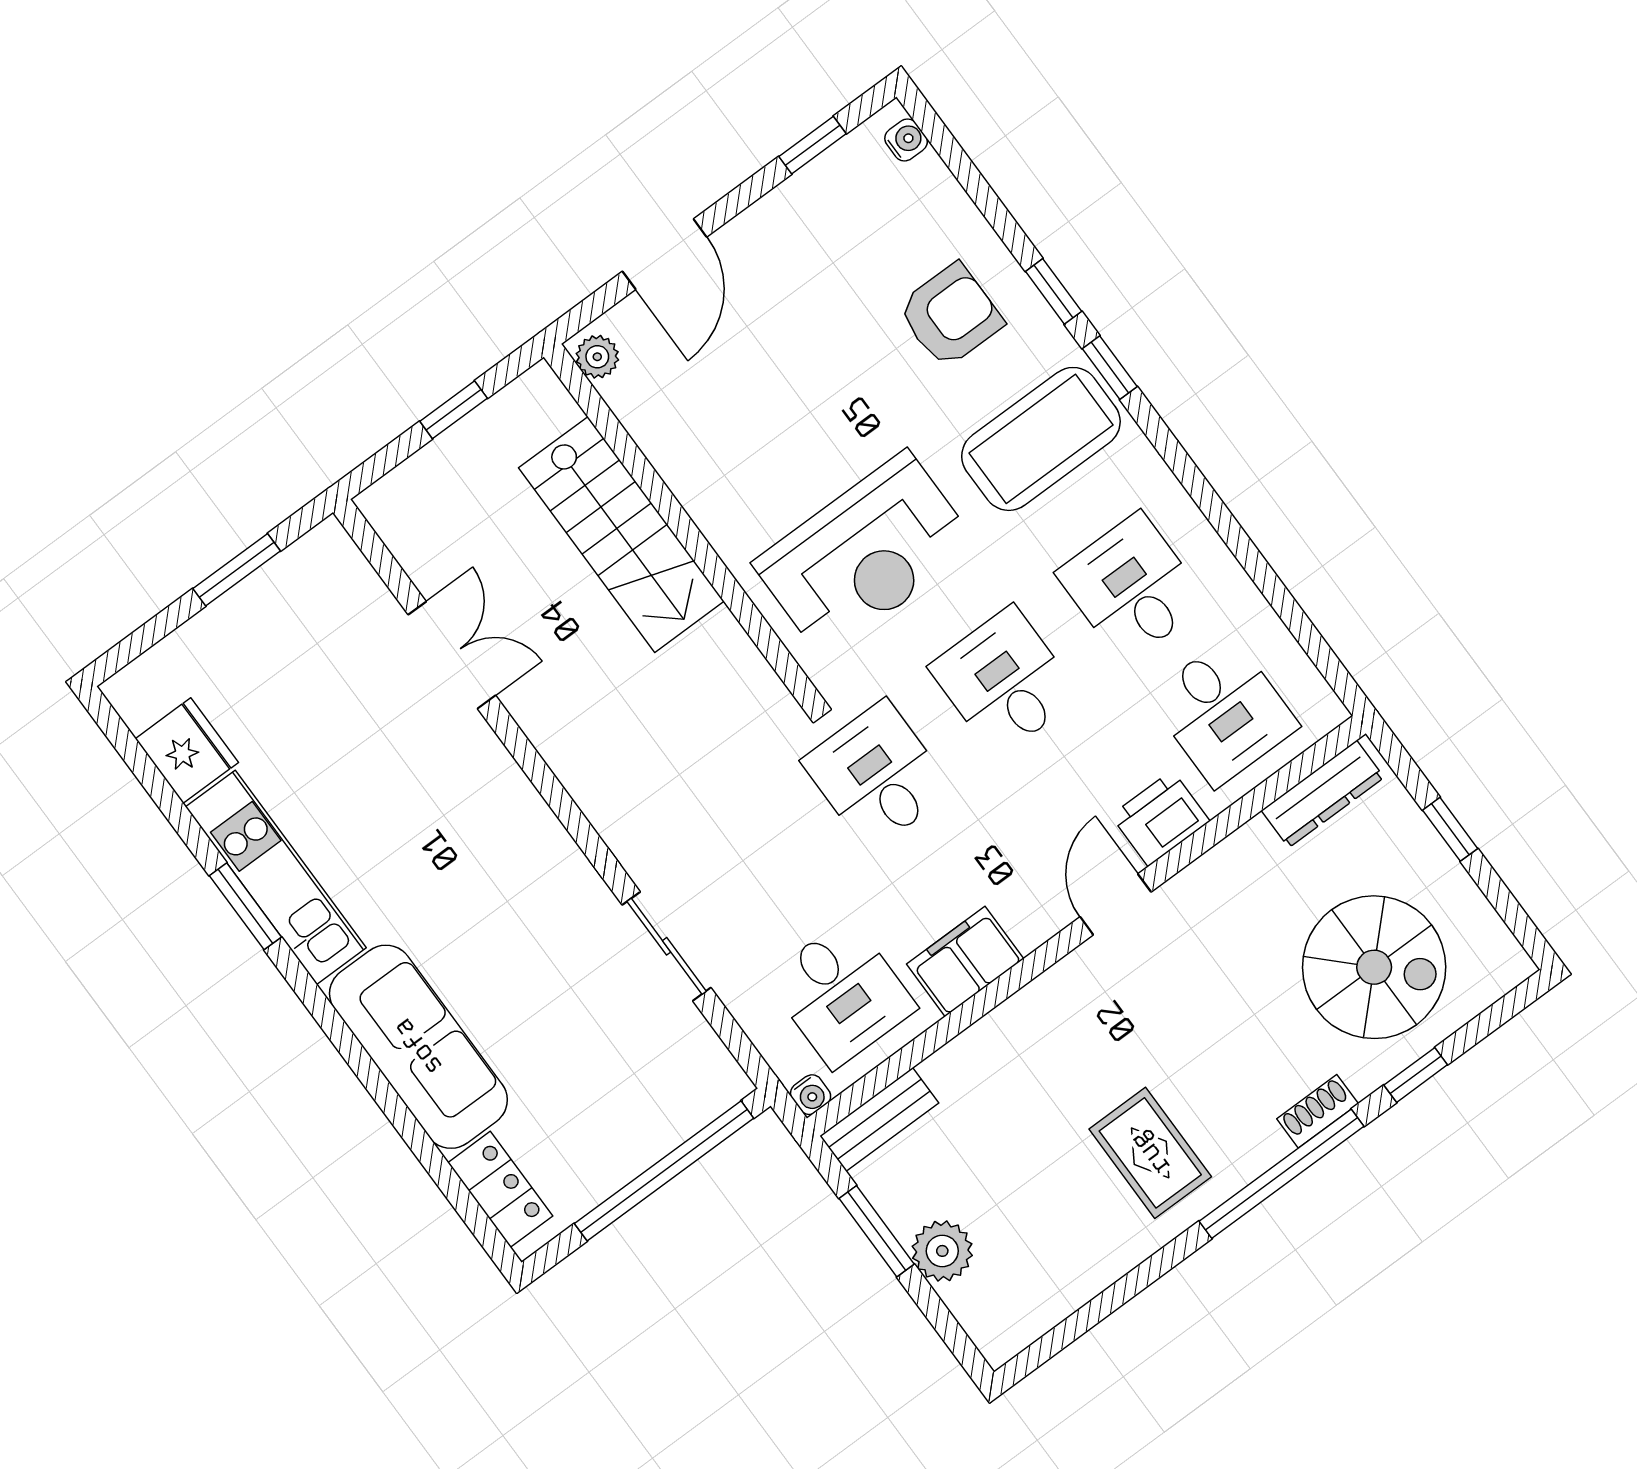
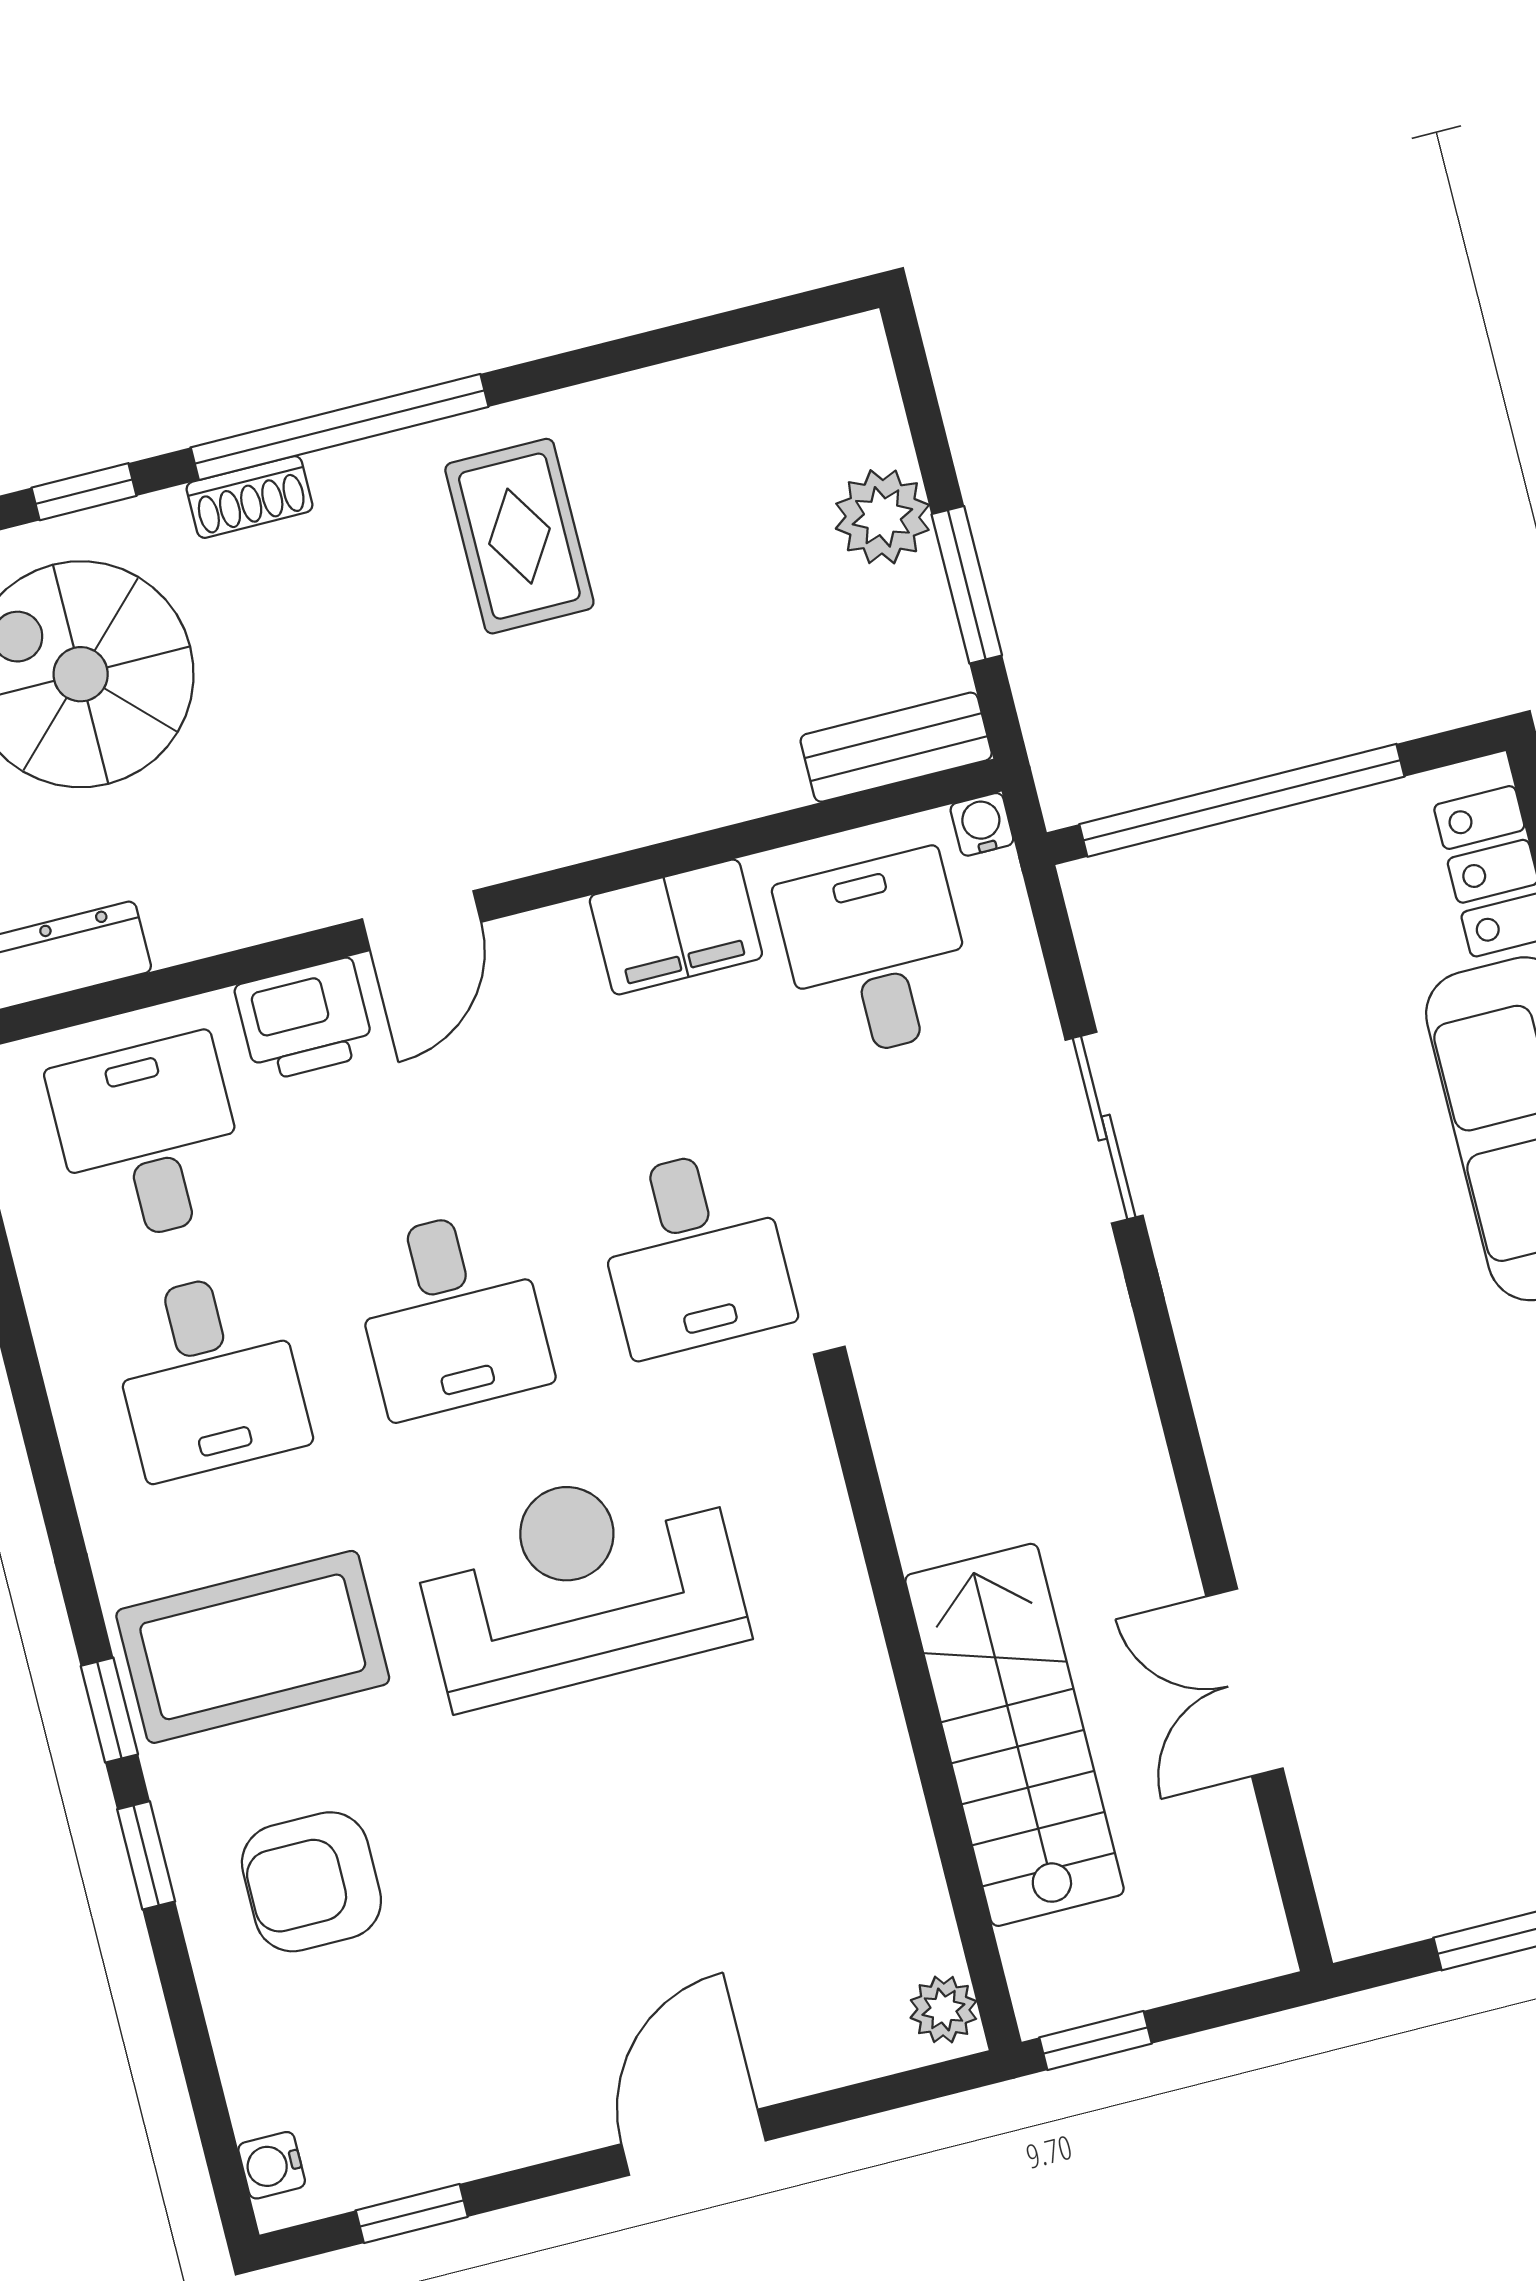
plant: (597, 357) -> (943, 2010), moved
wall: (681, 524) -> (921, 1714), moved
stairs: (621, 535) -> (1015, 1735), moved

